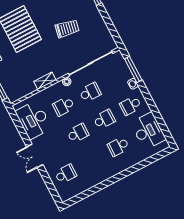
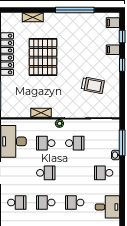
trolley: (67, 29) -> (93, 85), moved
school desk: (104, 119) -> (46, 203), moved, turned 180
desk: (148, 131) -> (107, 207), width x0.73

